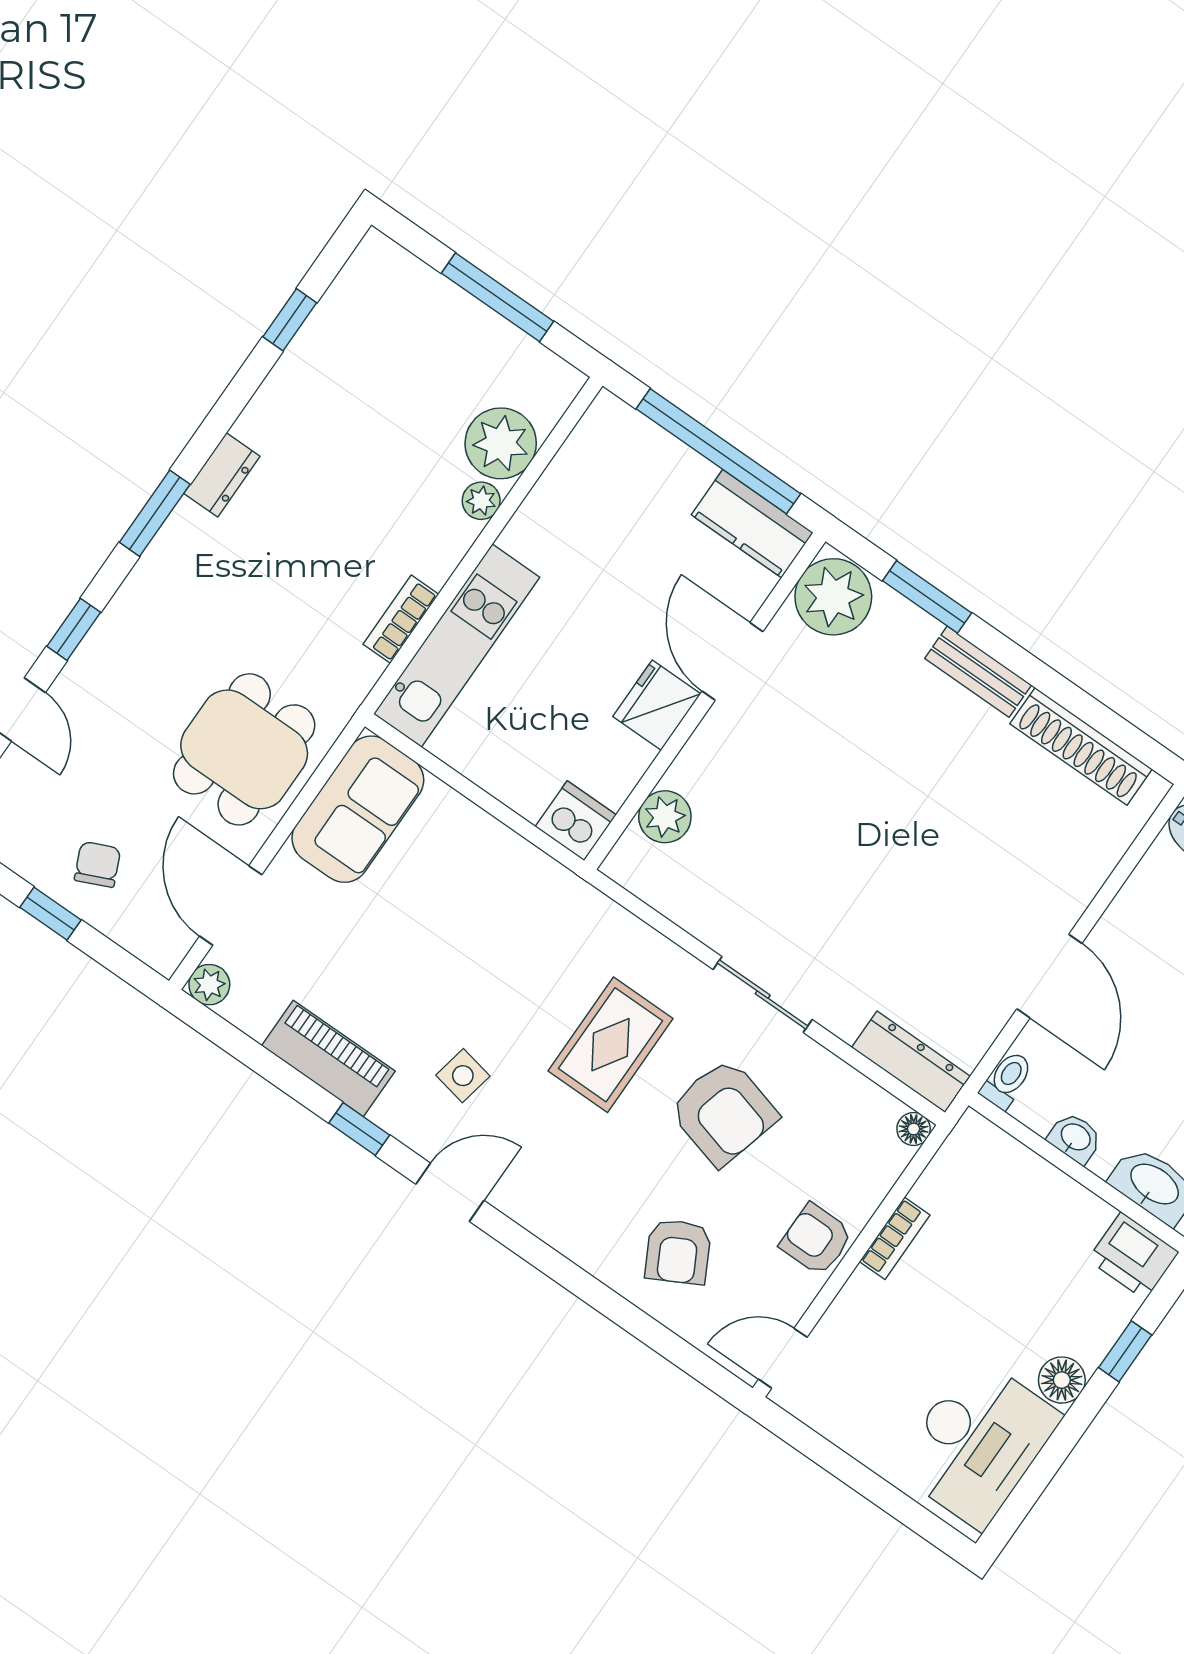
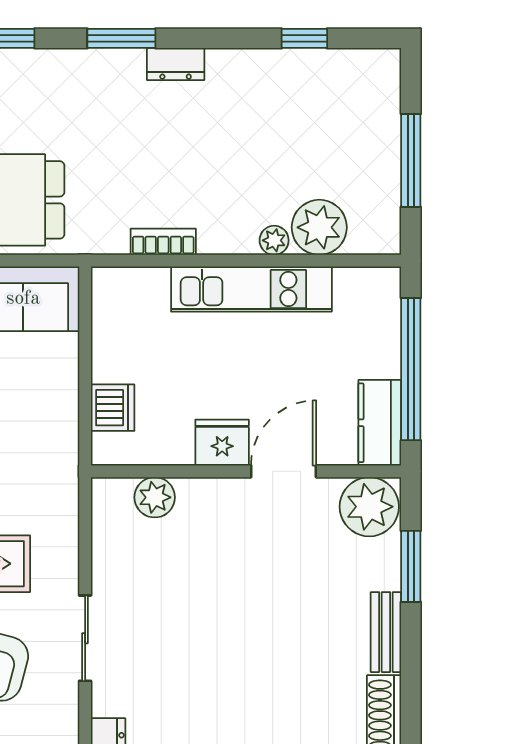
kitchen unit: (457, 646) -> (251, 289), moved
dishwasher: (576, 821) -> (113, 408), moved

